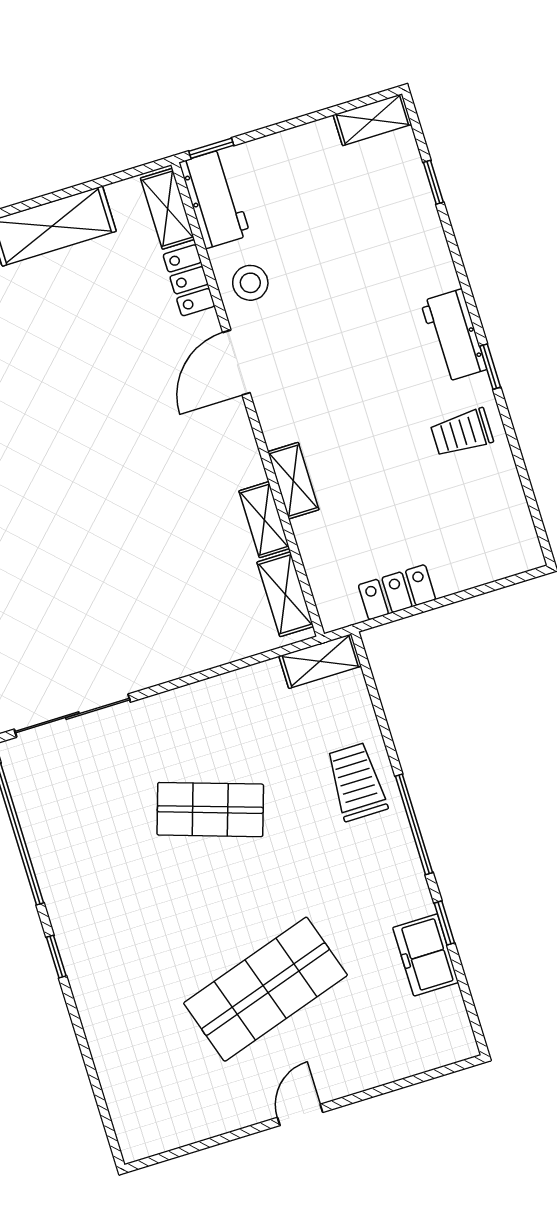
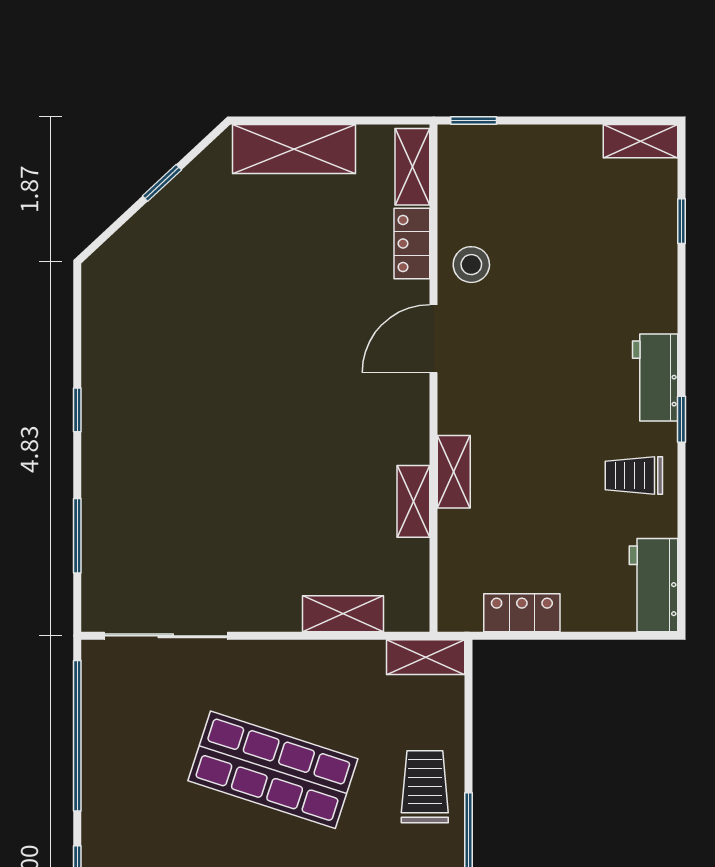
workbench: (215, 199) -> (653, 585), moved, turned 180
shelving: (285, 594) -> (343, 614), moved, turned 90
shop shelf: (210, 810) -> (273, 770), width x1.43, depth x1.36

